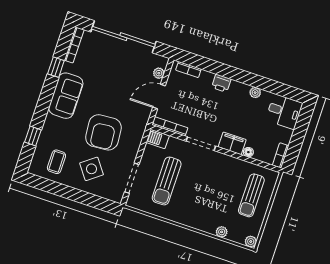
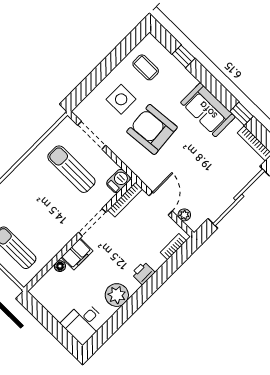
plant: (255, 93) -> (117, 295), width x1.88, depth x1.88
bookcase: (281, 155) -> (41, 297), removed
side table: (92, 169) -> (121, 99), turned 37

